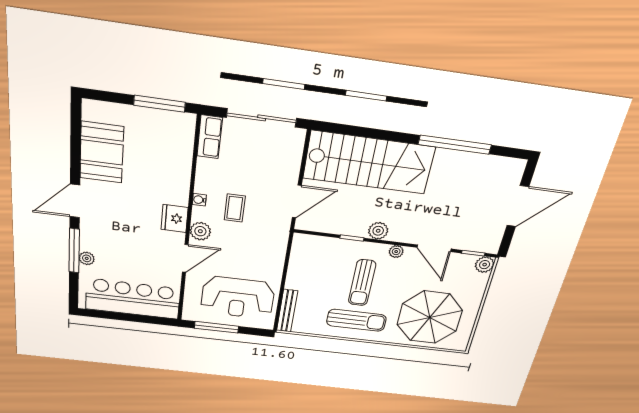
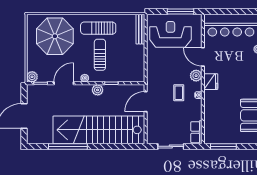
sliding door: (262, 118) -> (171, 146), width x0.73
stairs: (369, 163) -> (99, 130), width x1.36
door: (434, 248) -> (64, 83), hinge flipped
door: (185, 258) -> (203, 57), hinge flipped

